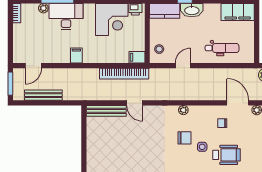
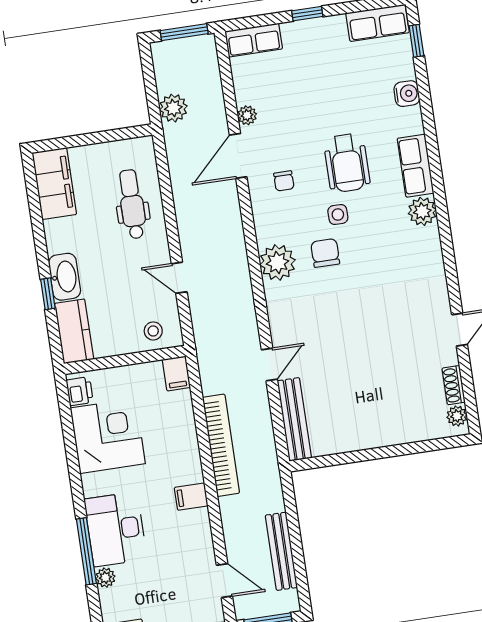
bookcase: (124, 74) -> (221, 445), moved
plant: (183, 110) -> (278, 262), width x1.88, depth x1.88
wheelchair: (227, 155) -> (347, 163), turned 180

